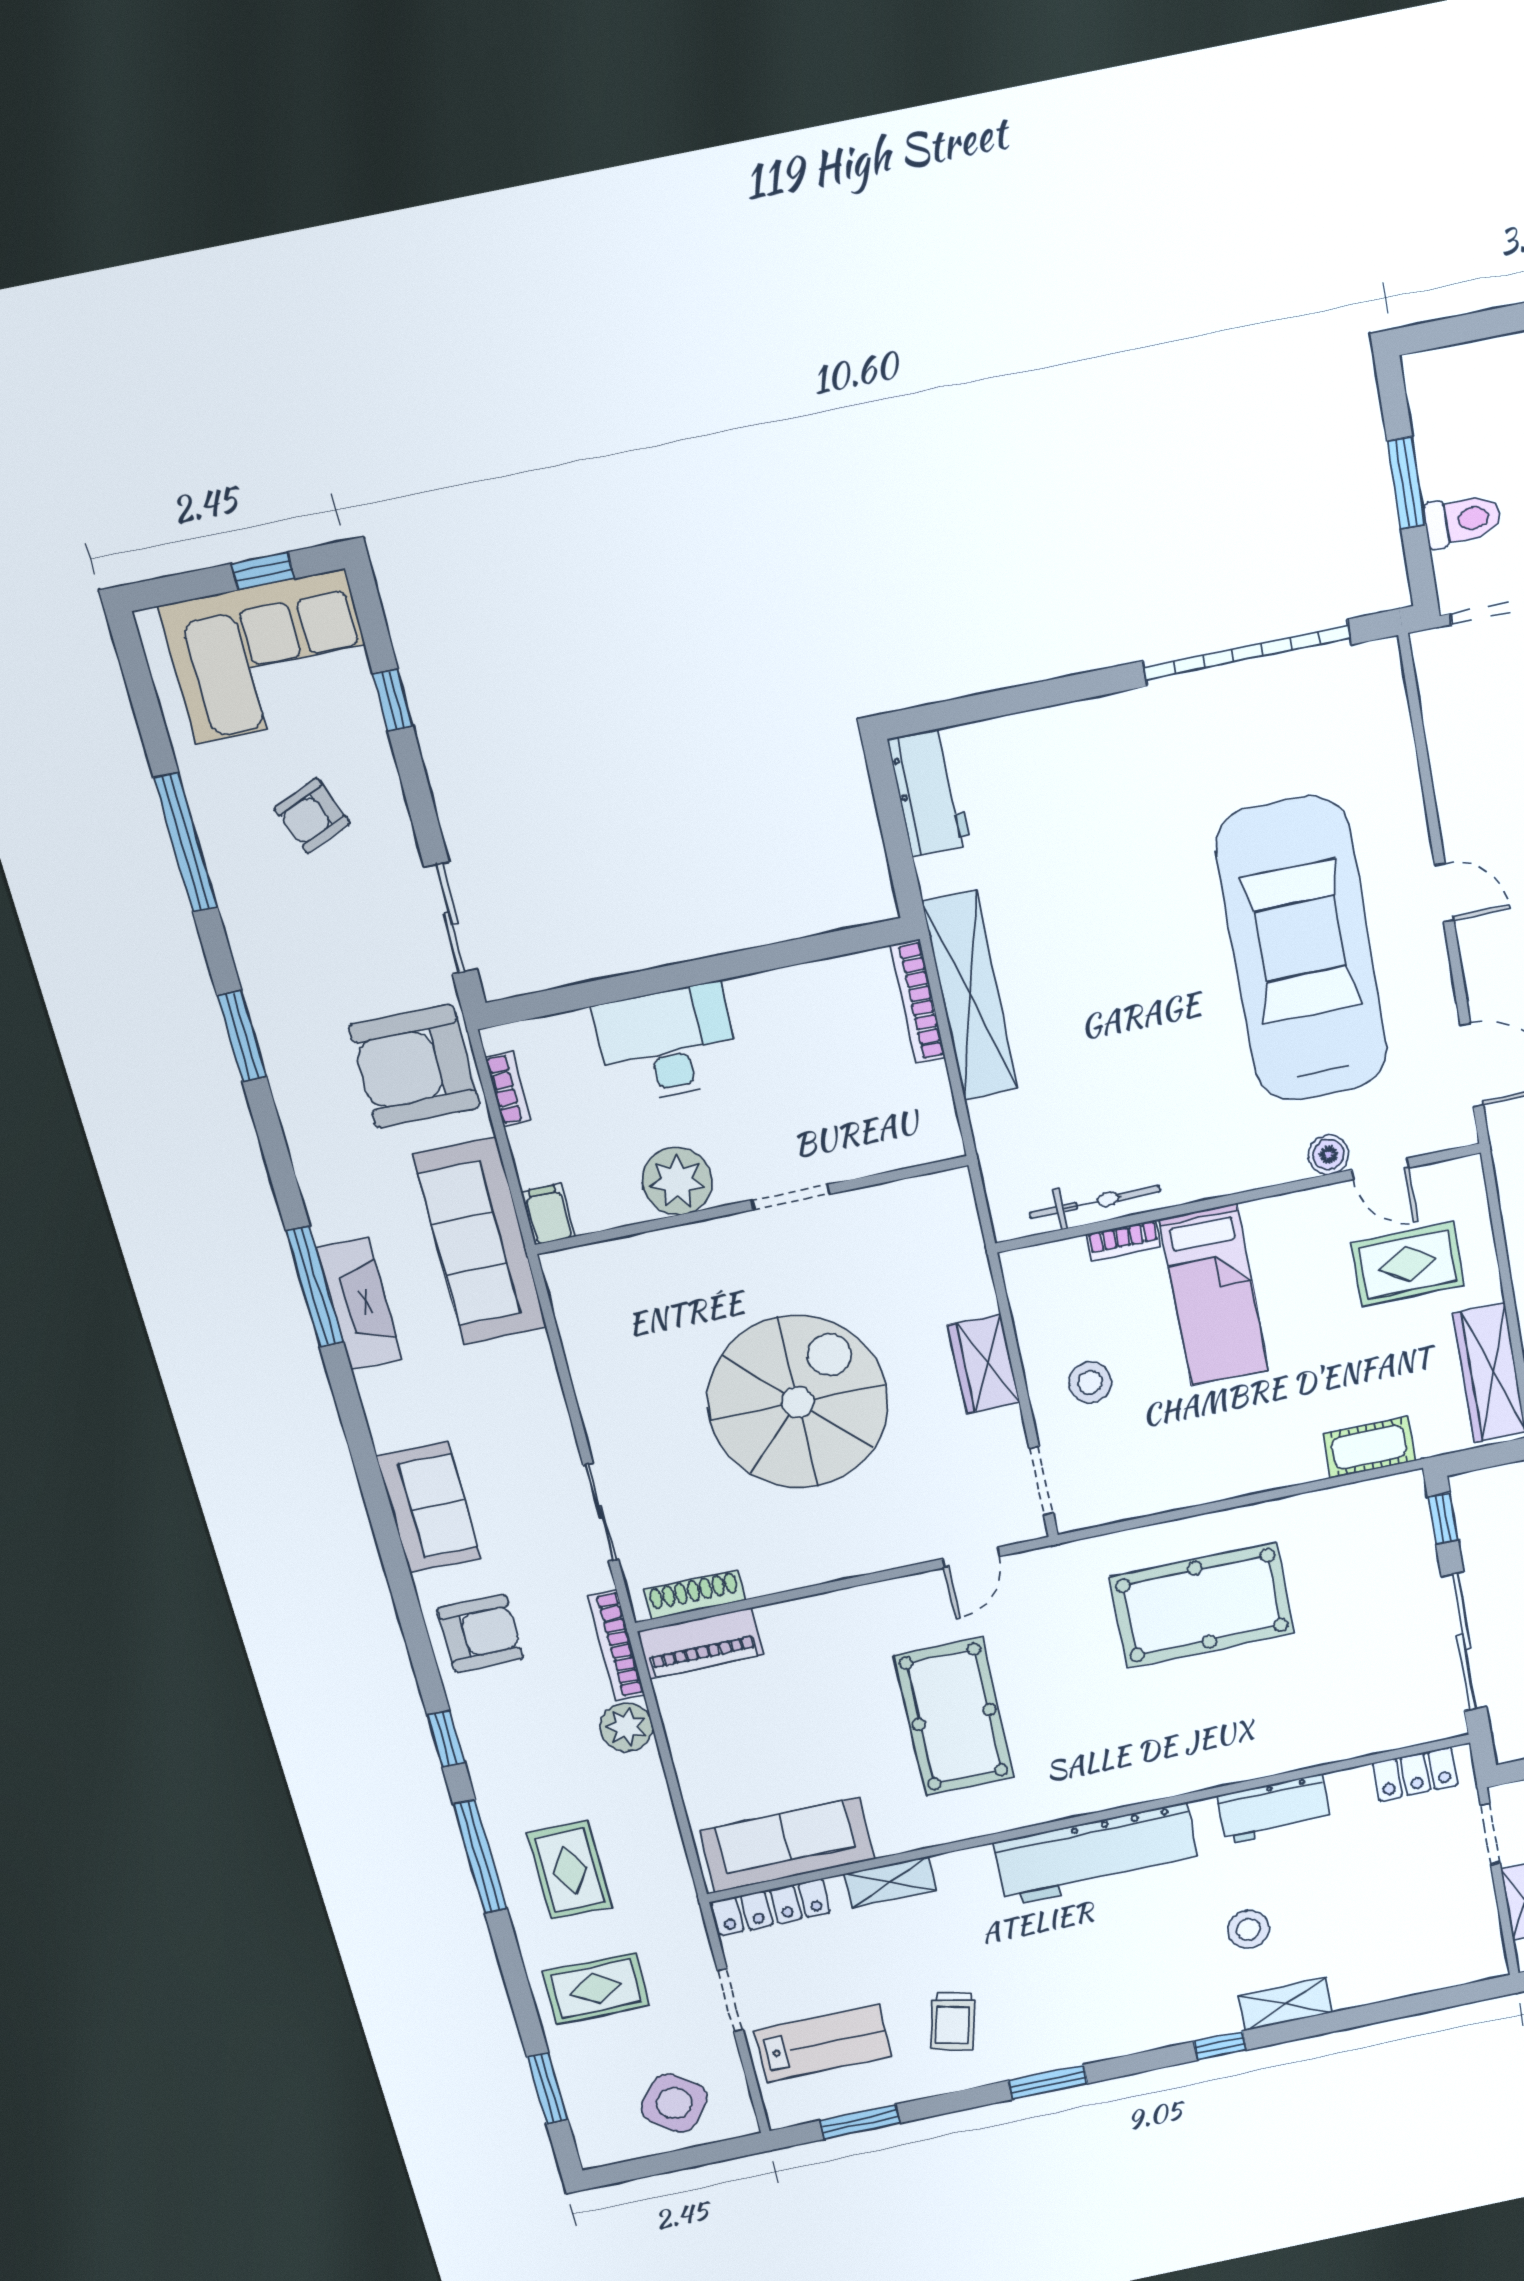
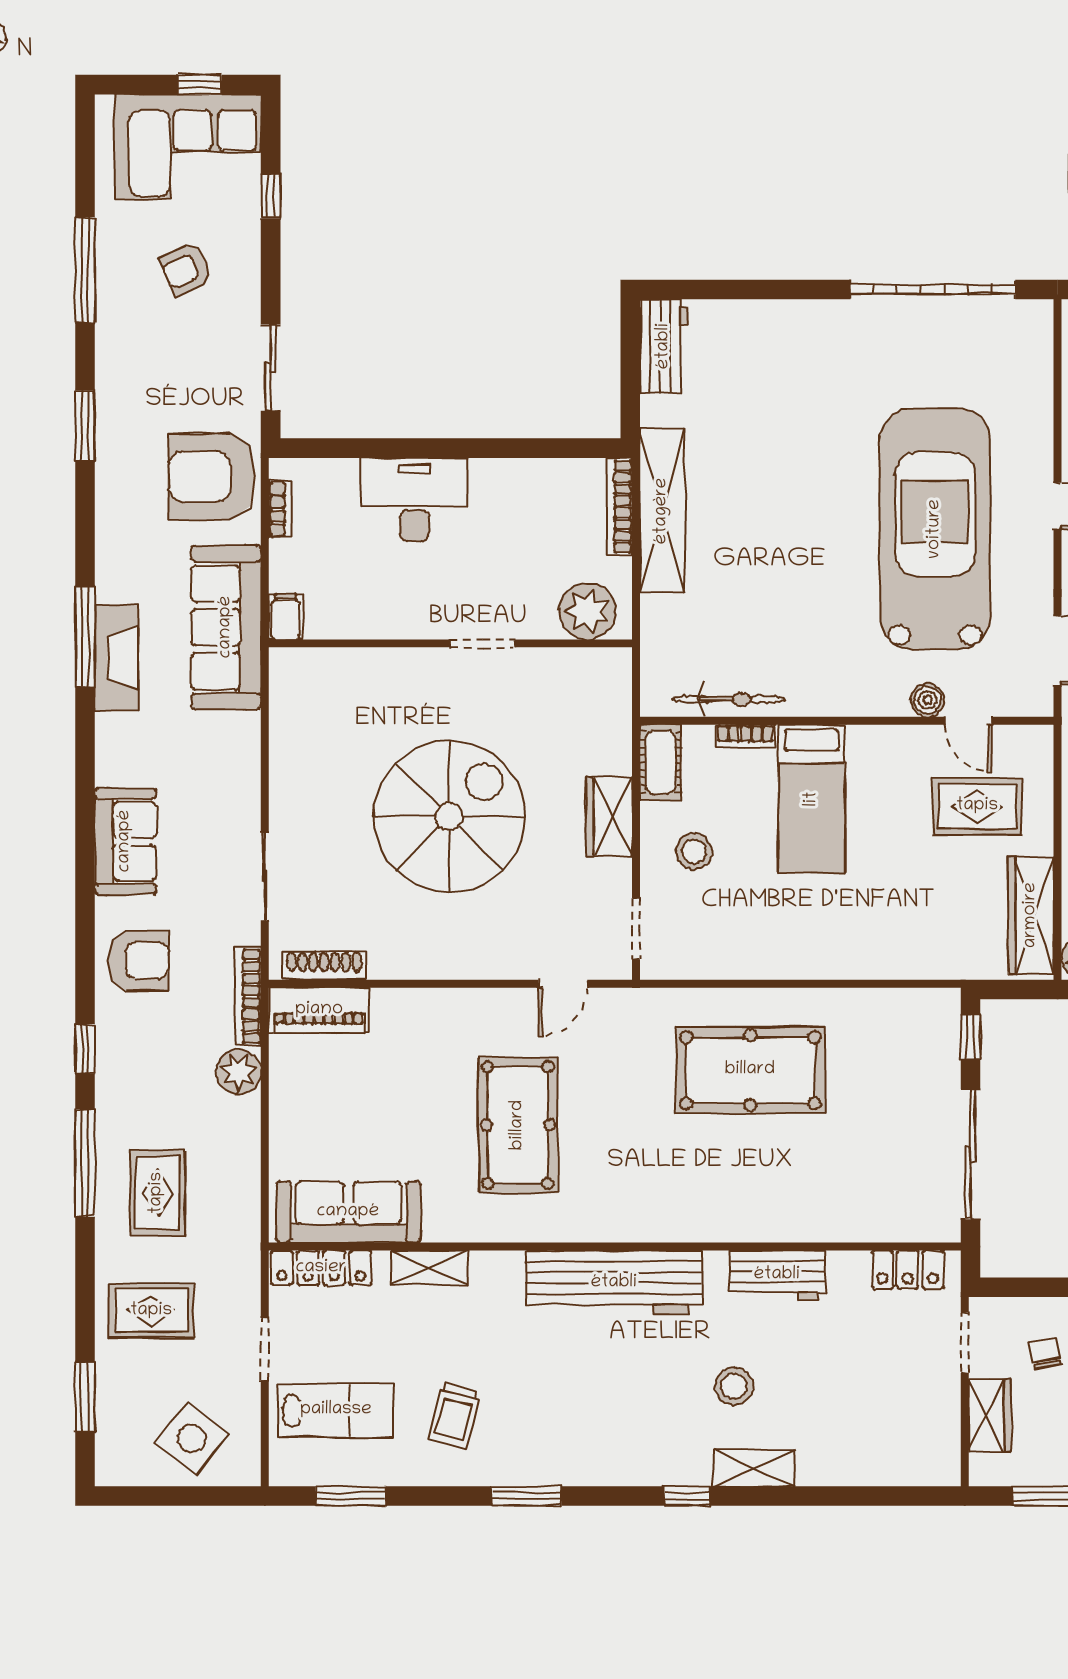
plant: (677, 1181) -> (588, 611), moved
cot: (1369, 1447) -> (660, 762), moved, turned 90

